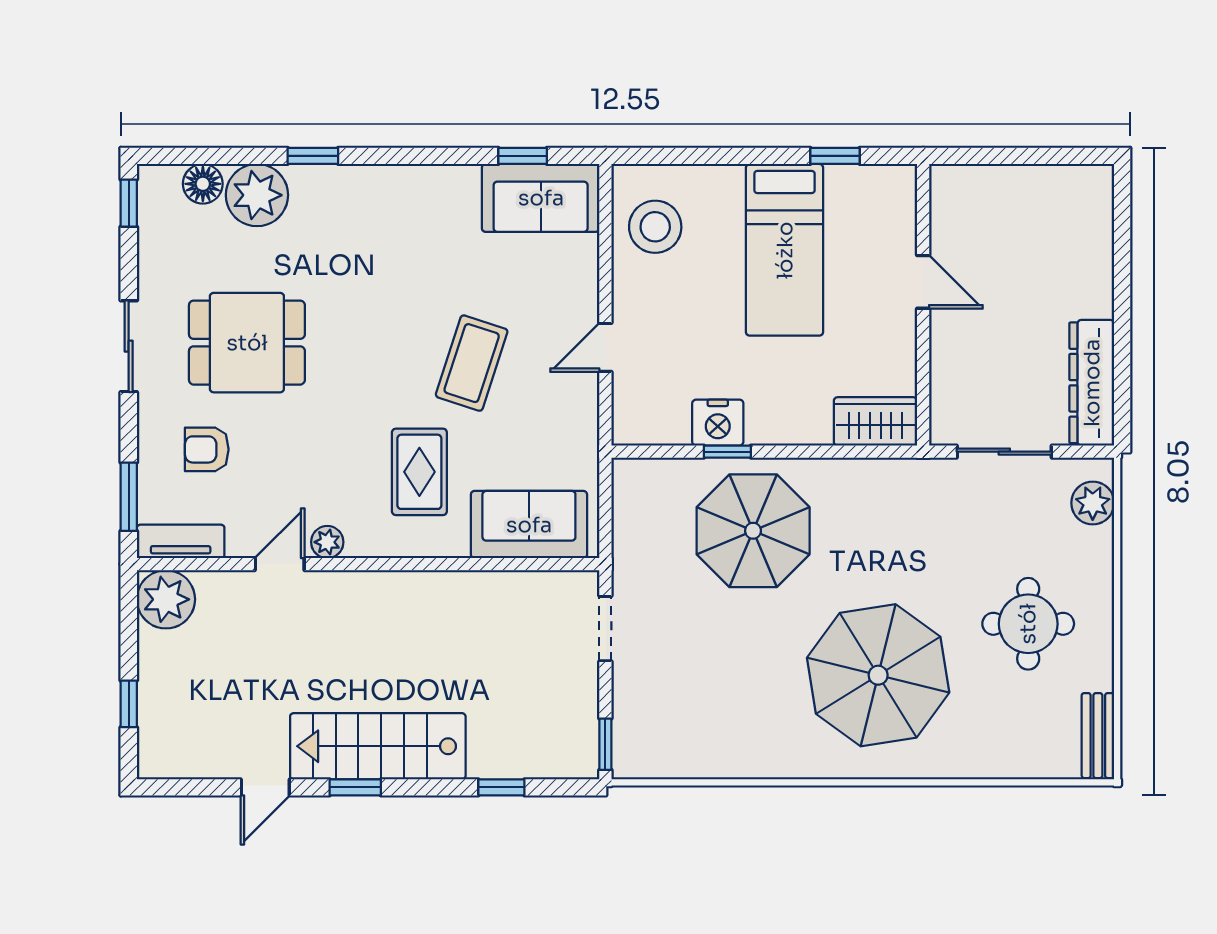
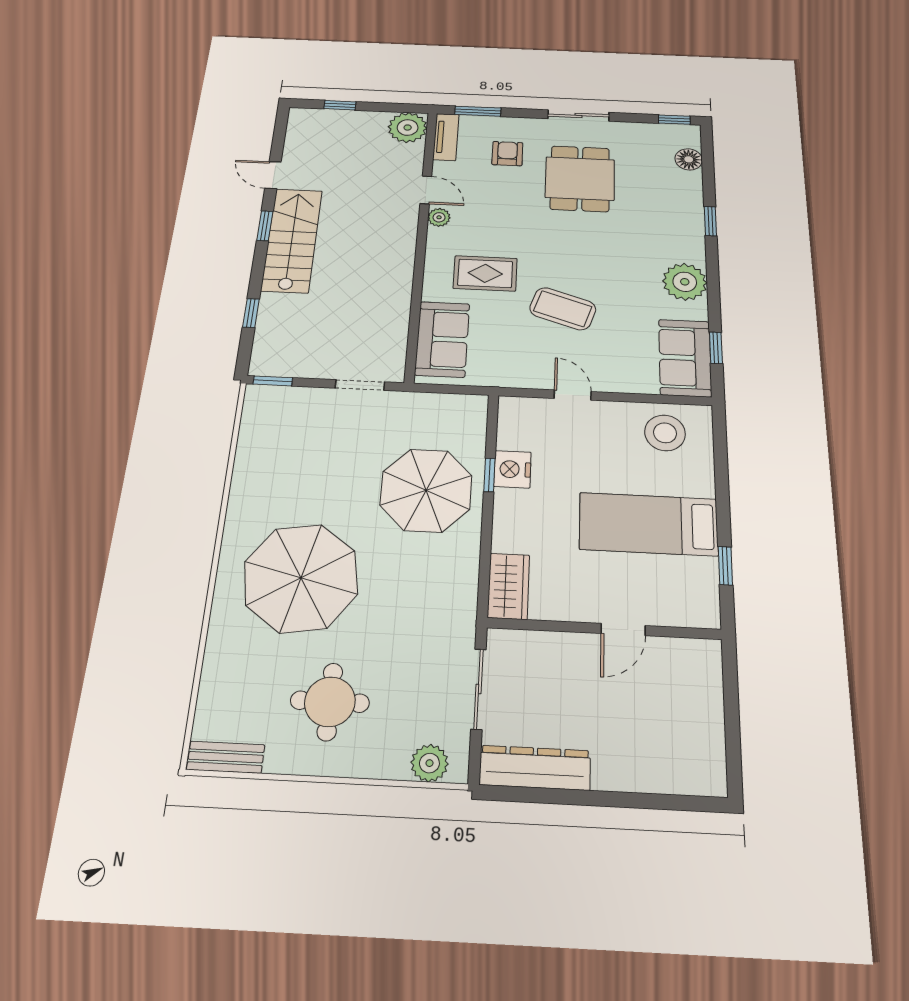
plant: (257, 195) -> (685, 282), moved

